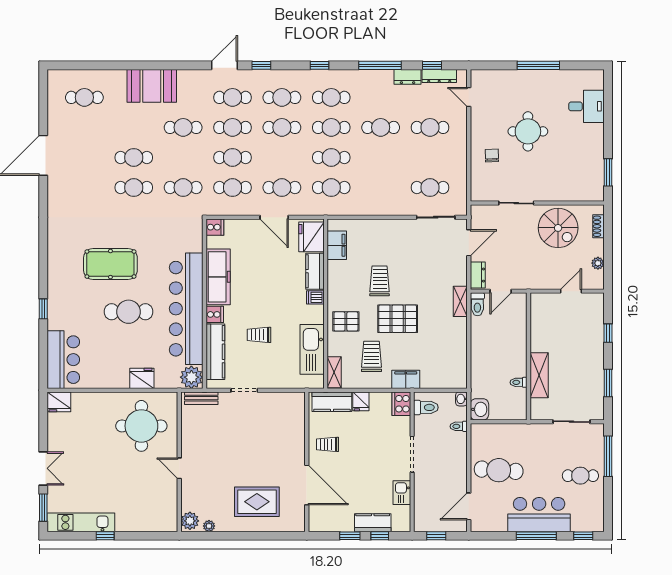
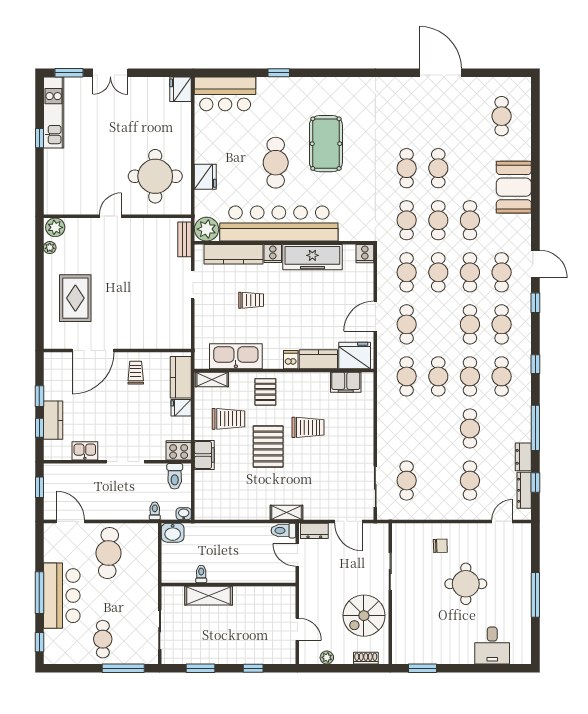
cafe table: (183, 157) -> (438, 220), added
trolley: (259, 335) -> (251, 300), turned 90

